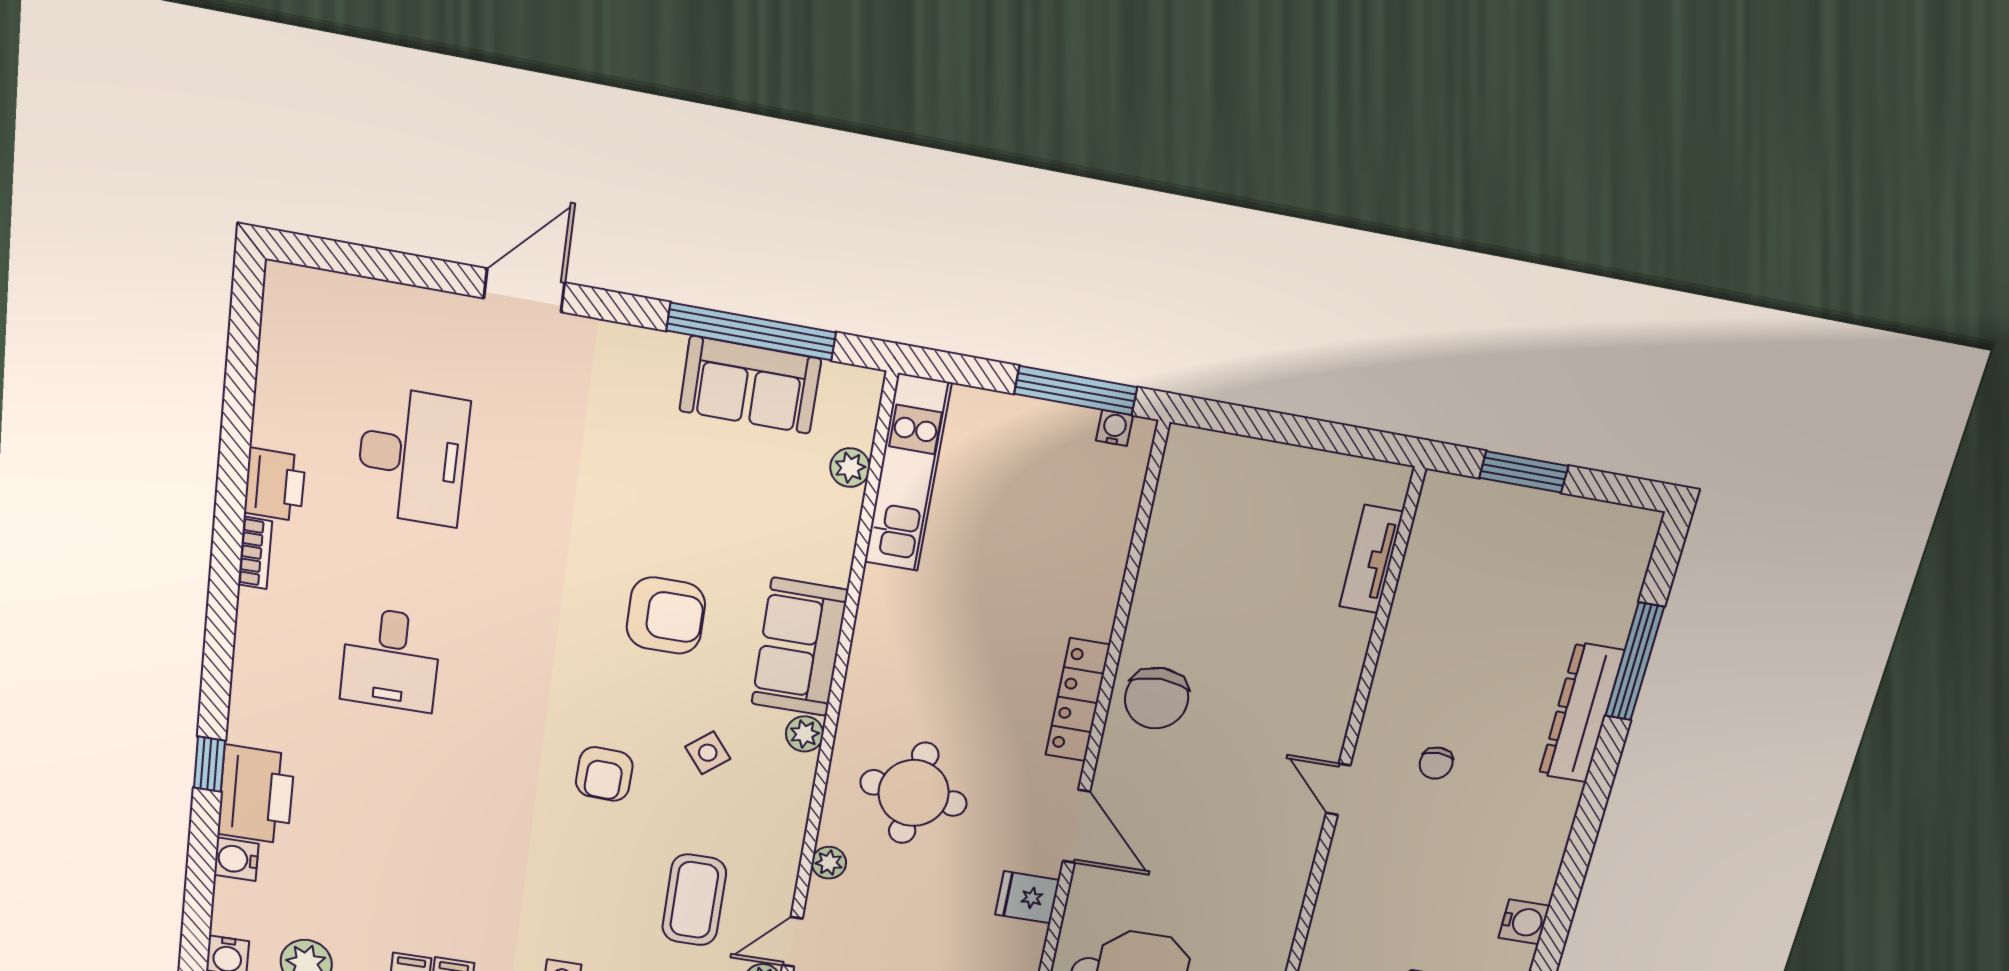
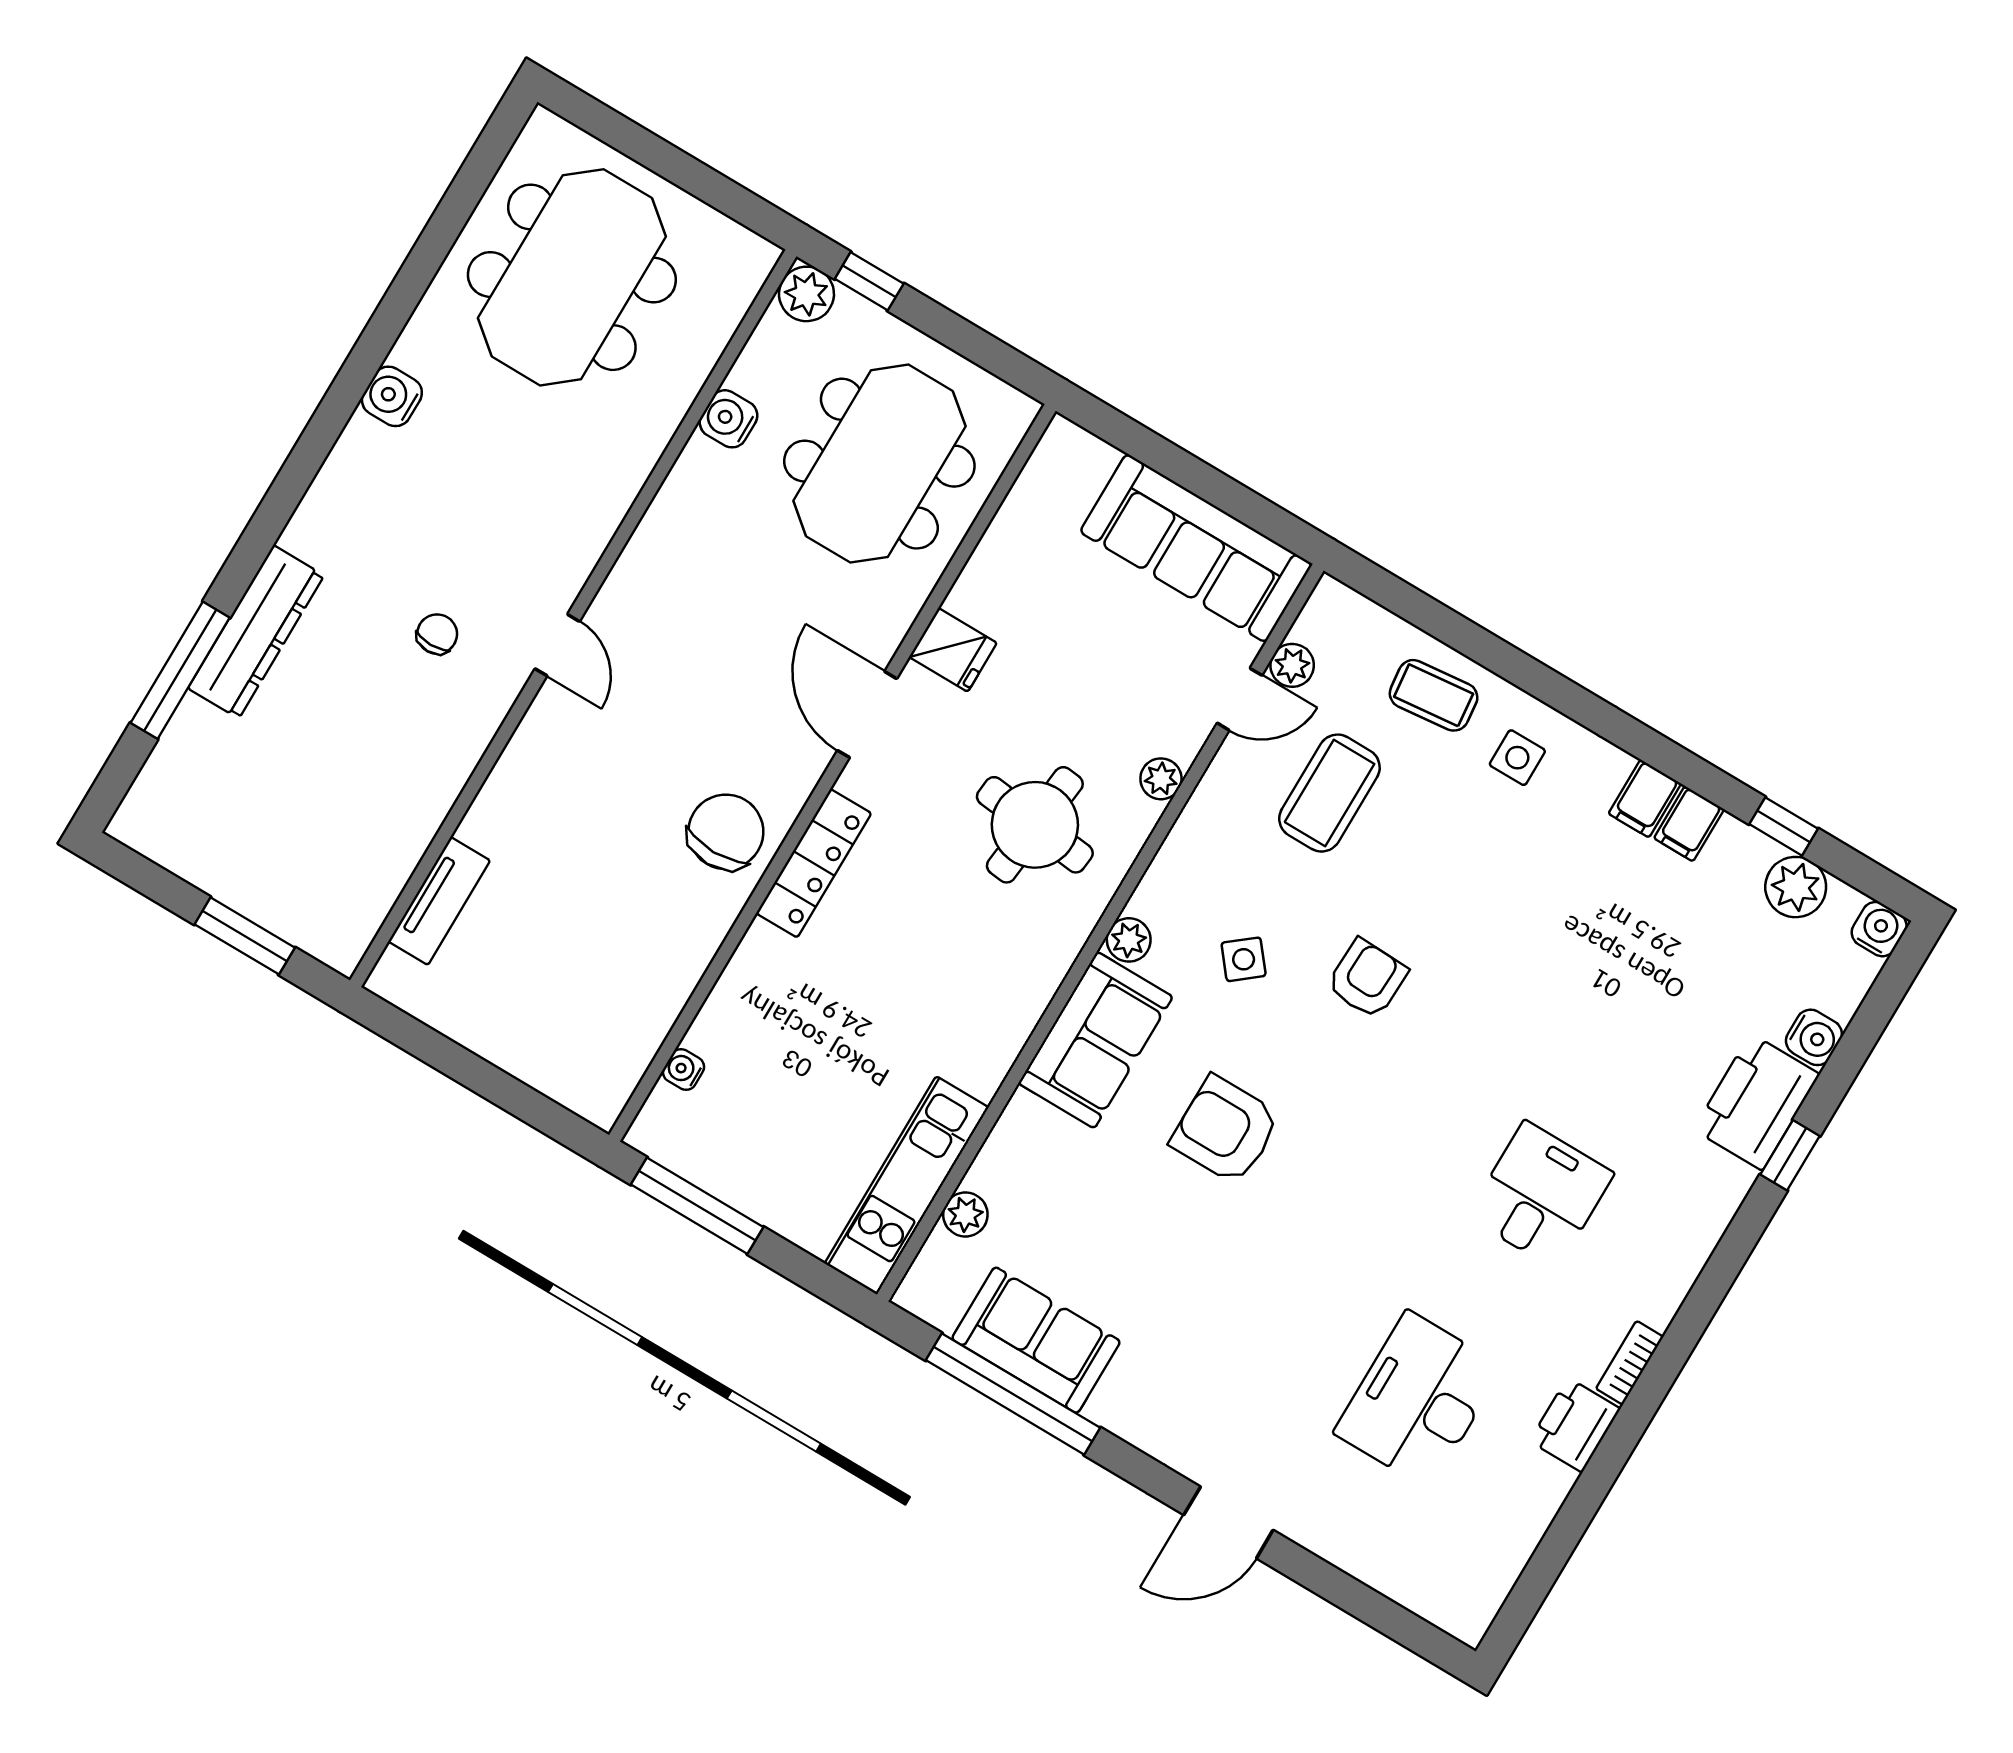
water cooler: (1115, 428) -> (684, 1069), moved, turned 90

